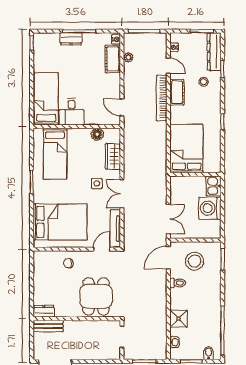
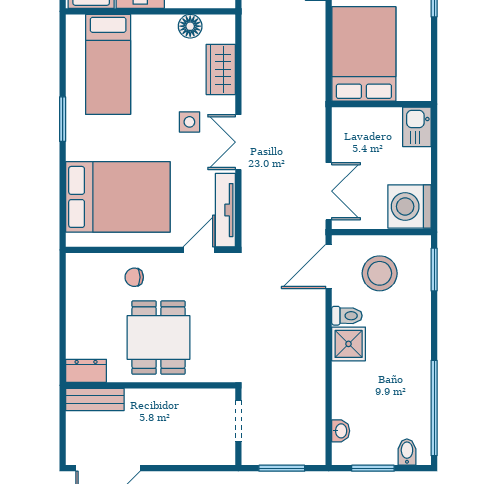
washing machine: (210, 208) -> (409, 206), moved
dining table: (96, 296) -> (159, 338), moved
shower: (179, 319) -> (349, 344), moved

